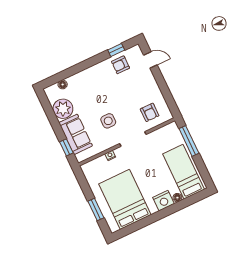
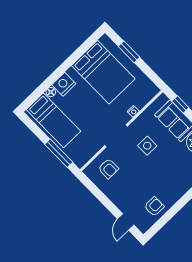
window: (116, 50) -> (164, 220), removed
door: (150, 60) -> (126, 222), hinge flipped
armchair: (150, 112) -> (108, 169), turned 180

